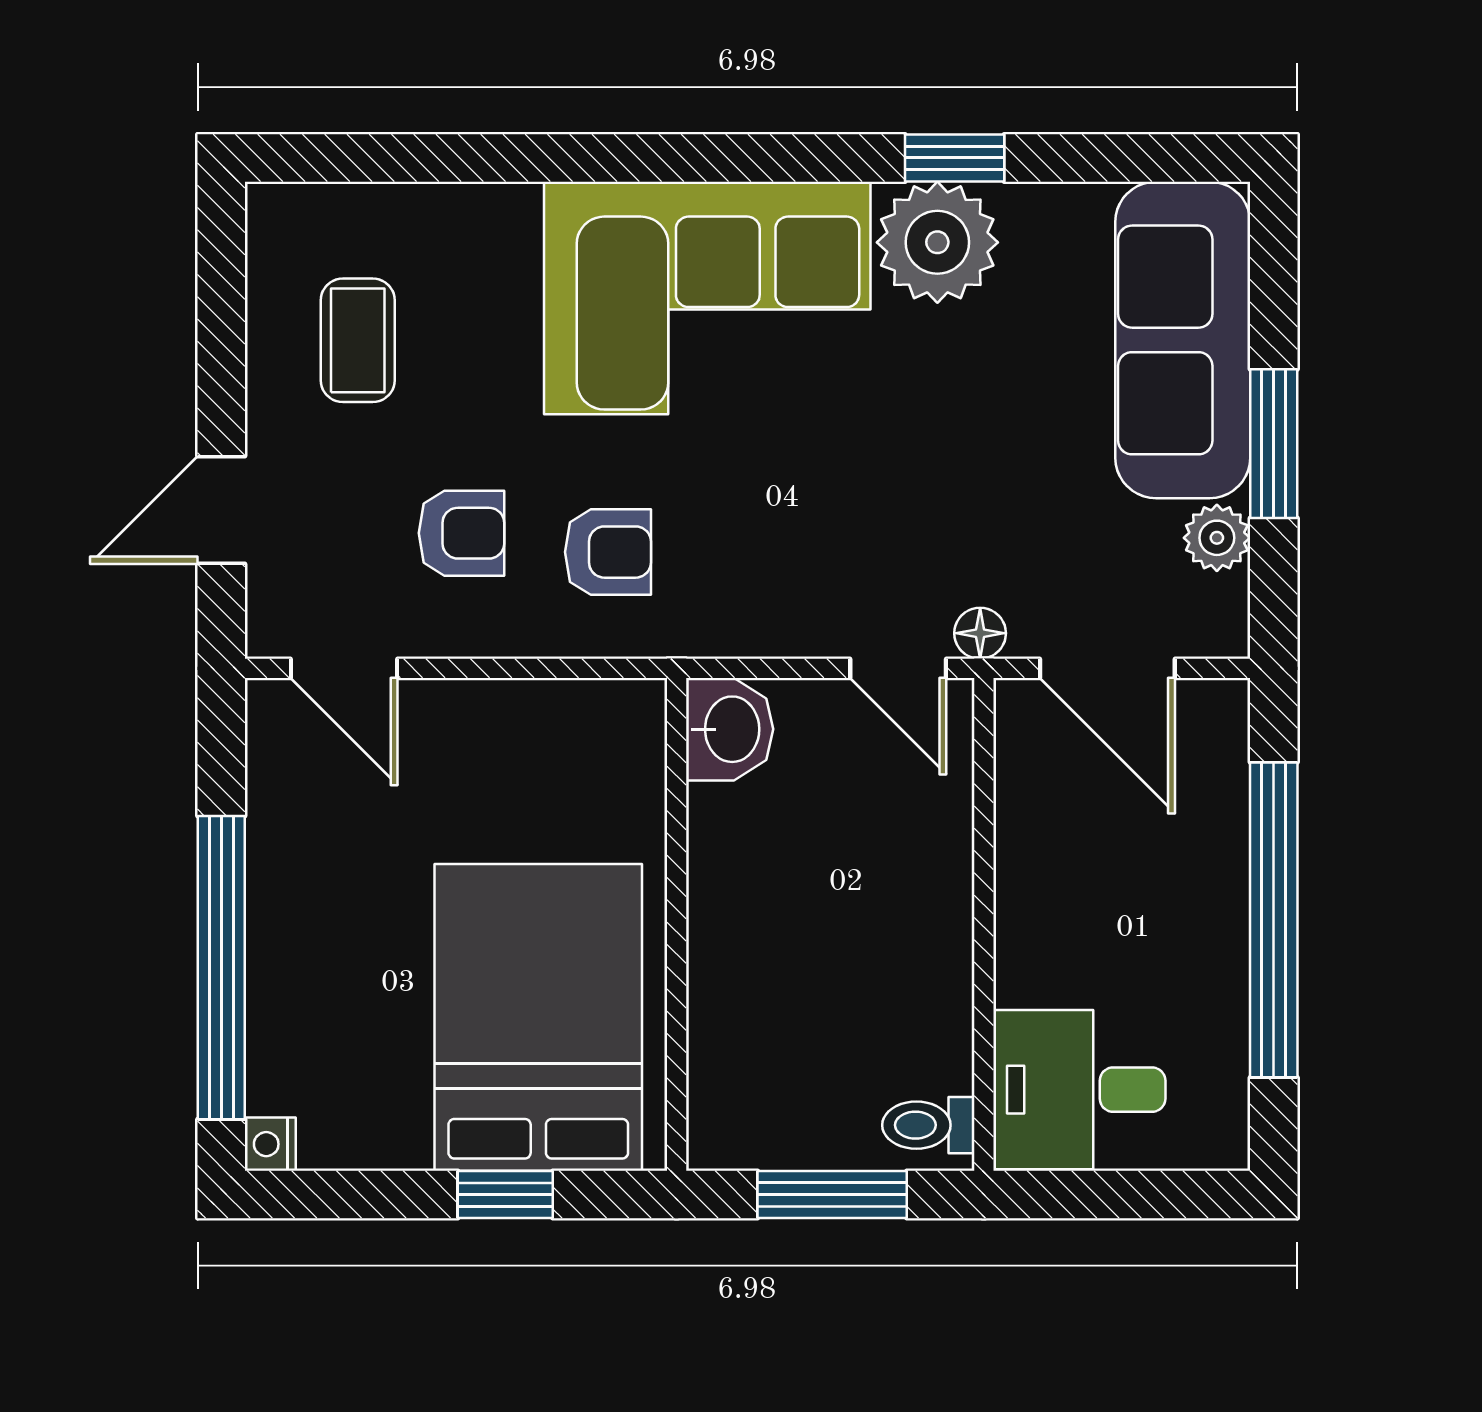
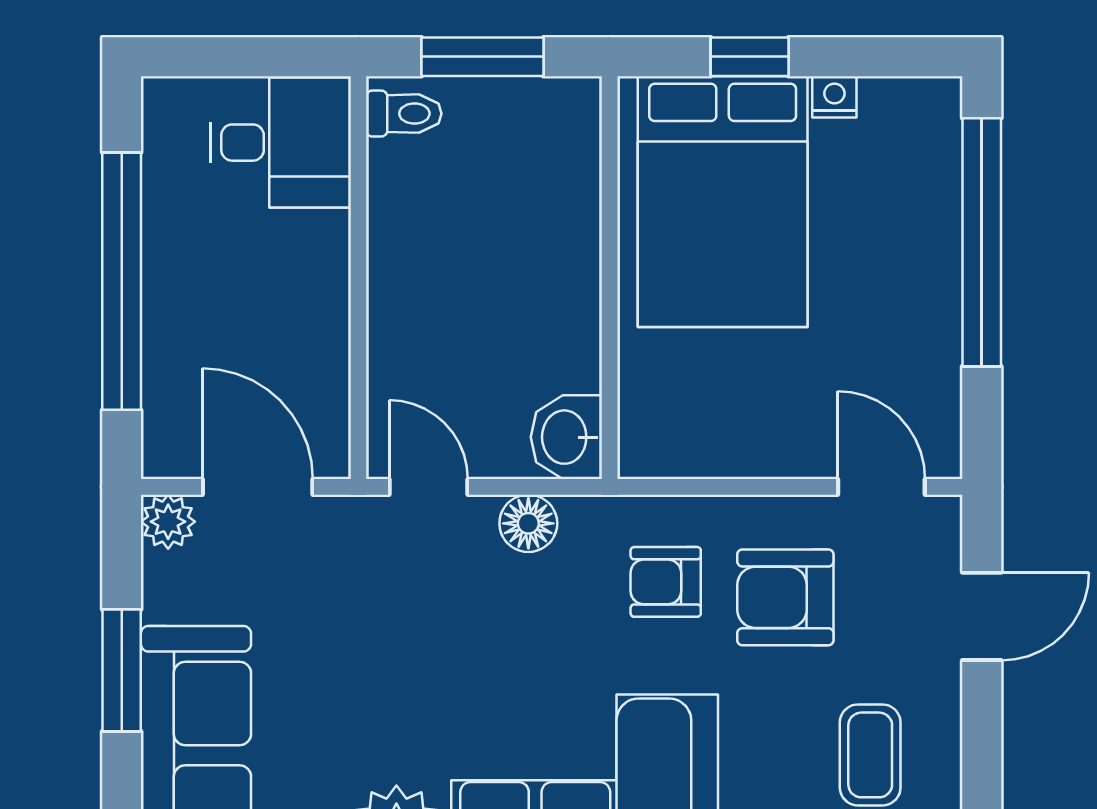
armchair: (461, 533) -> (785, 597), width x1.38, depth x1.38
plant: (1217, 538) -> (168, 522), moved
floor lamp: (980, 633) -> (528, 523), moved, width x1.37, depth x1.37
nightstand: (270, 1144) -> (834, 97), moved, turned -90

